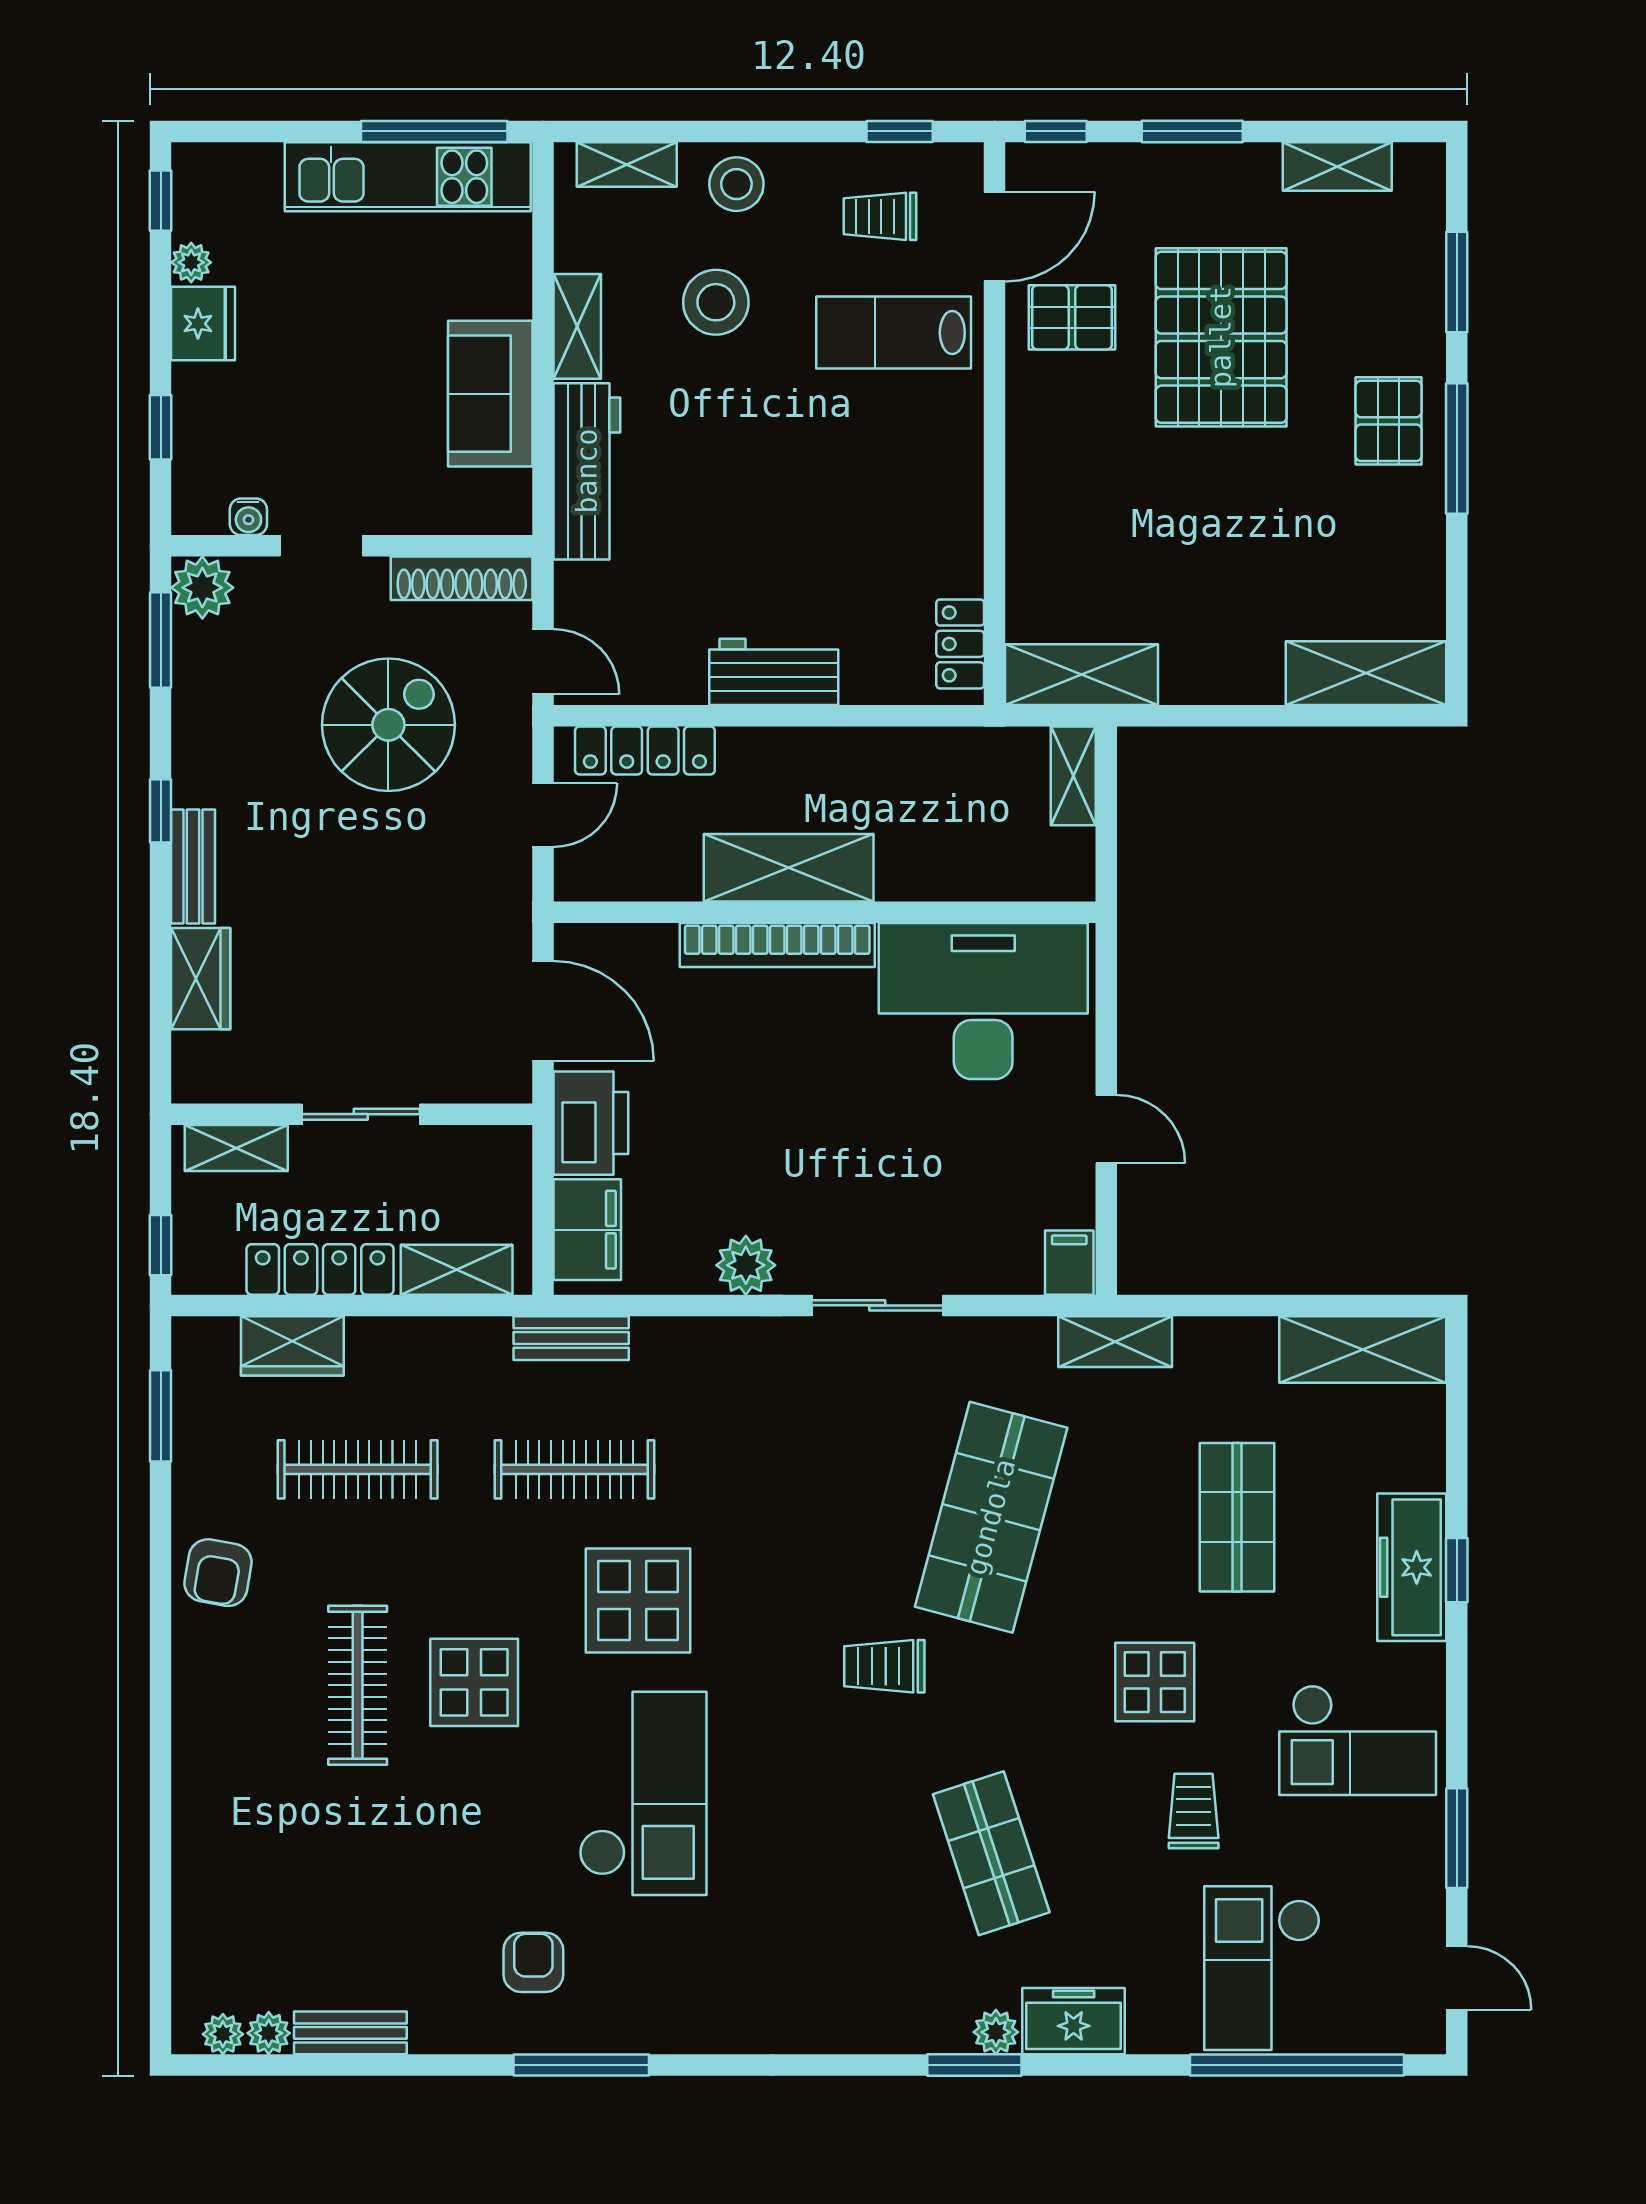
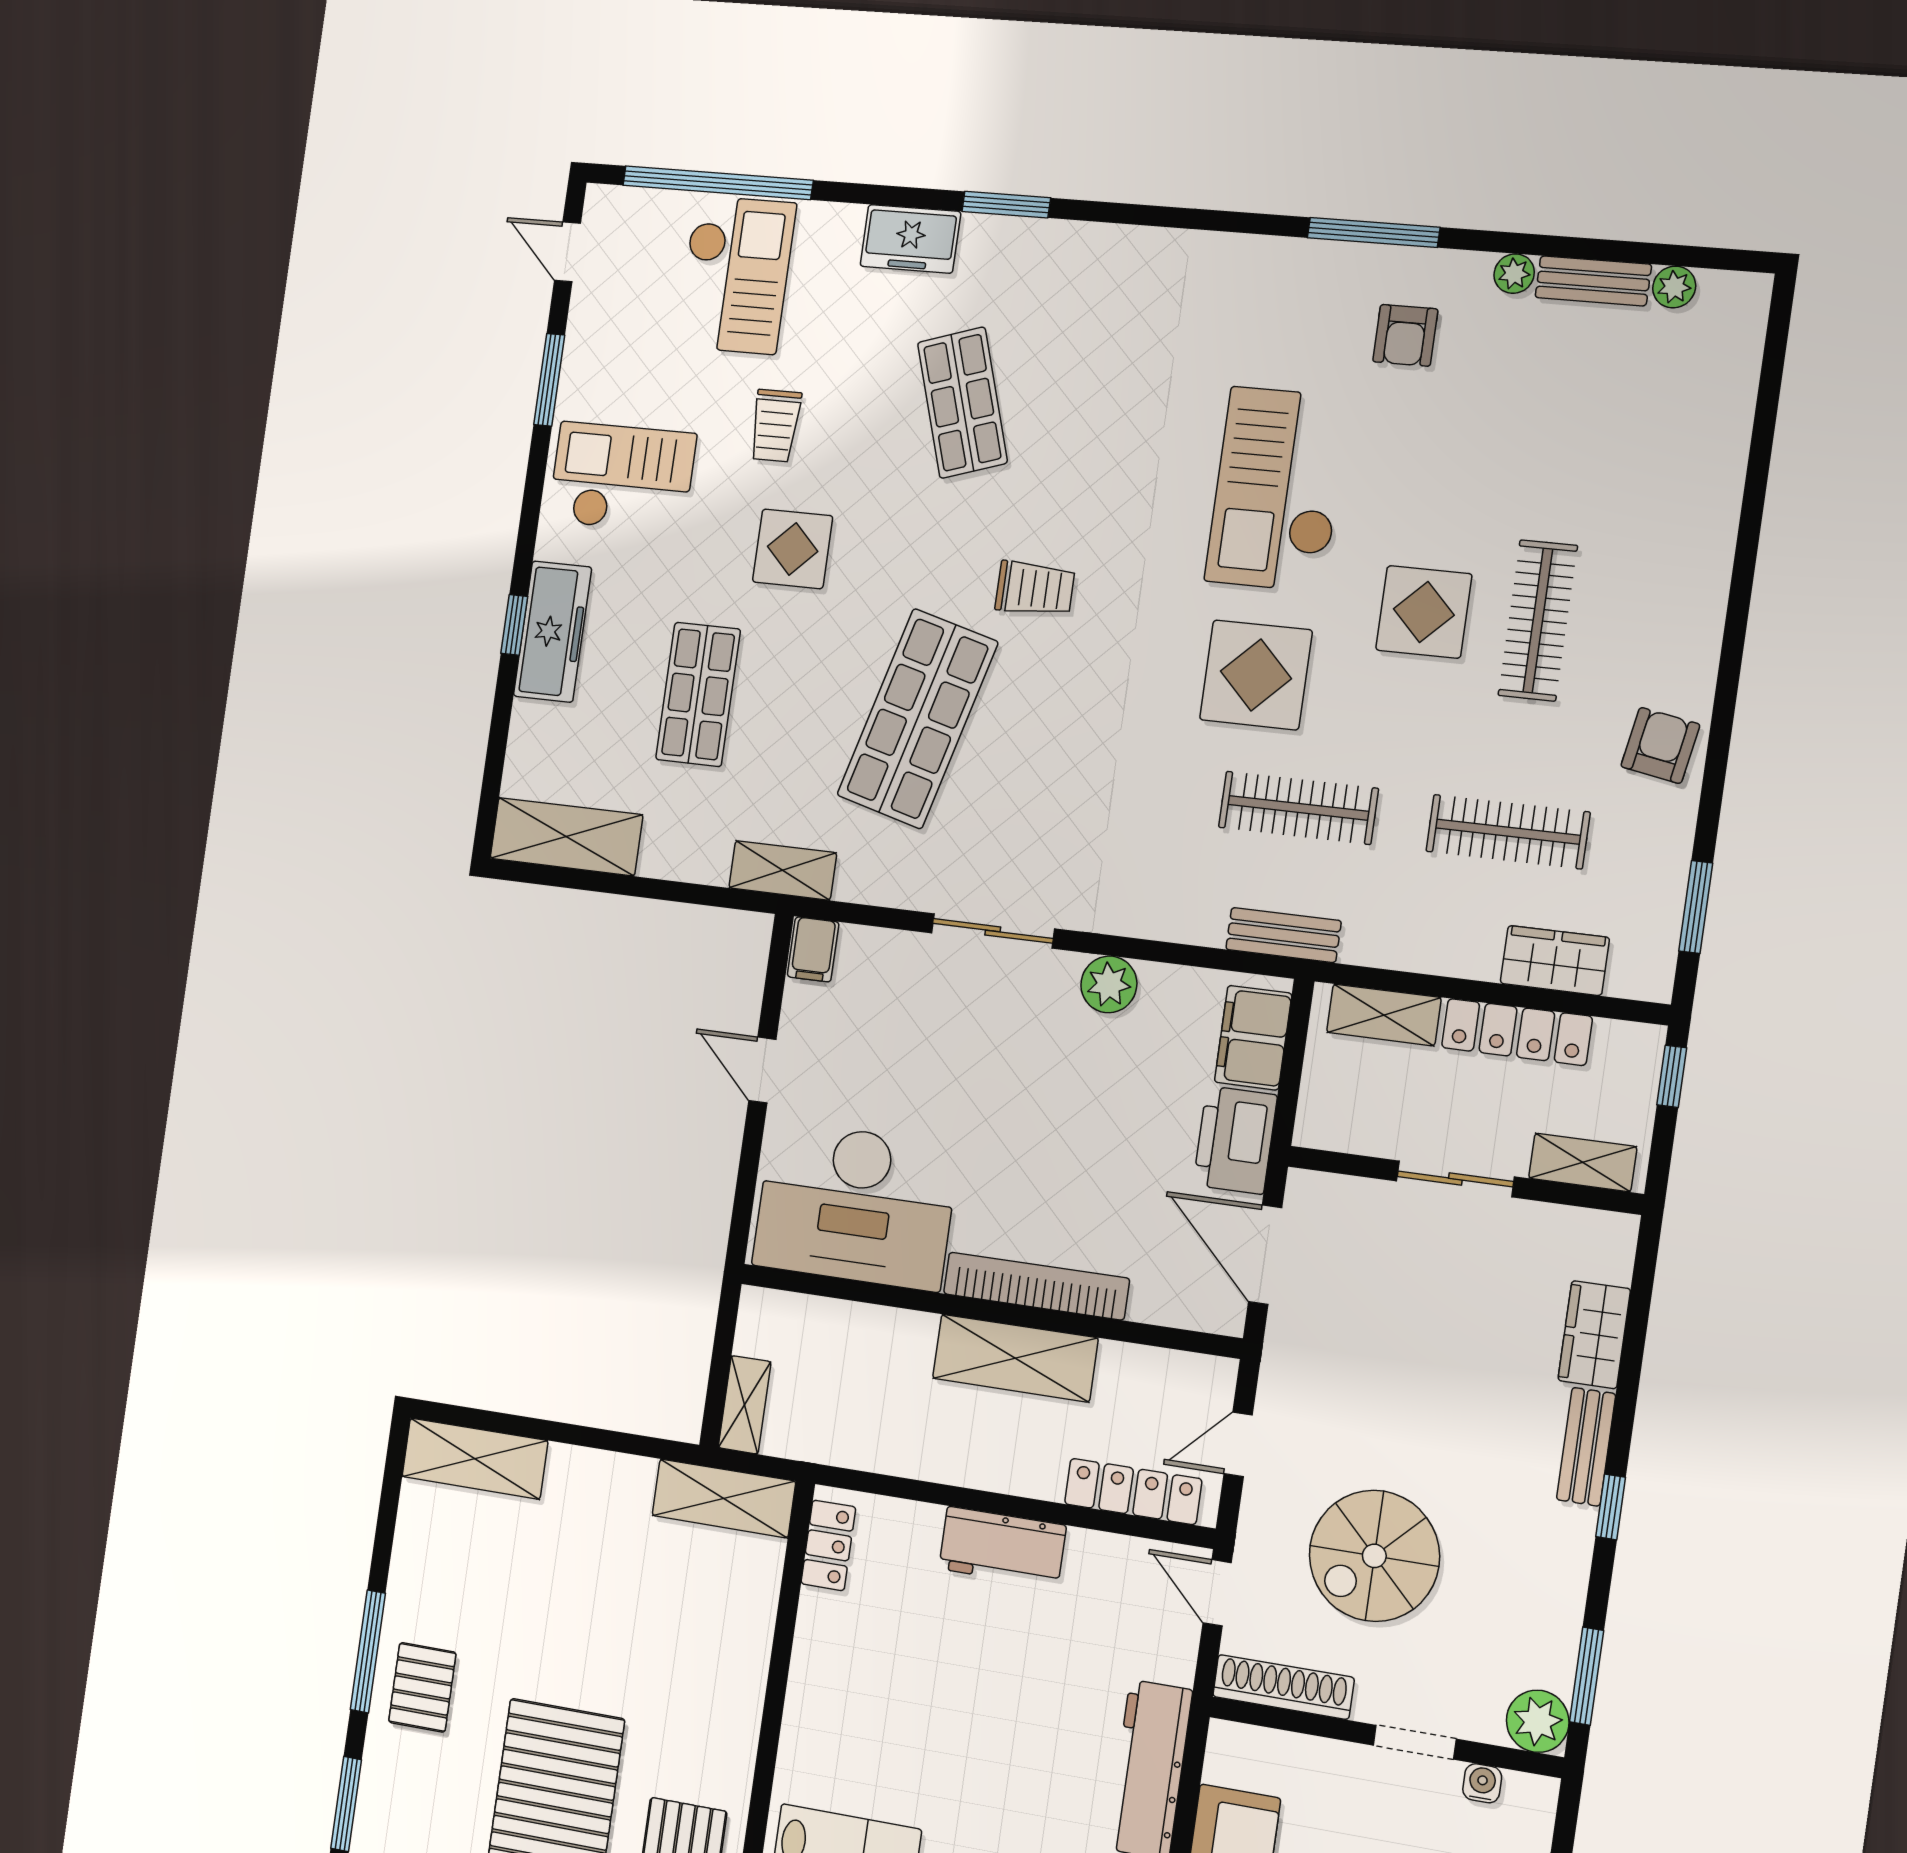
plant: (996, 2032) -> (982, 234), removed
plant: (223, 2034) -> (1514, 274), moved

